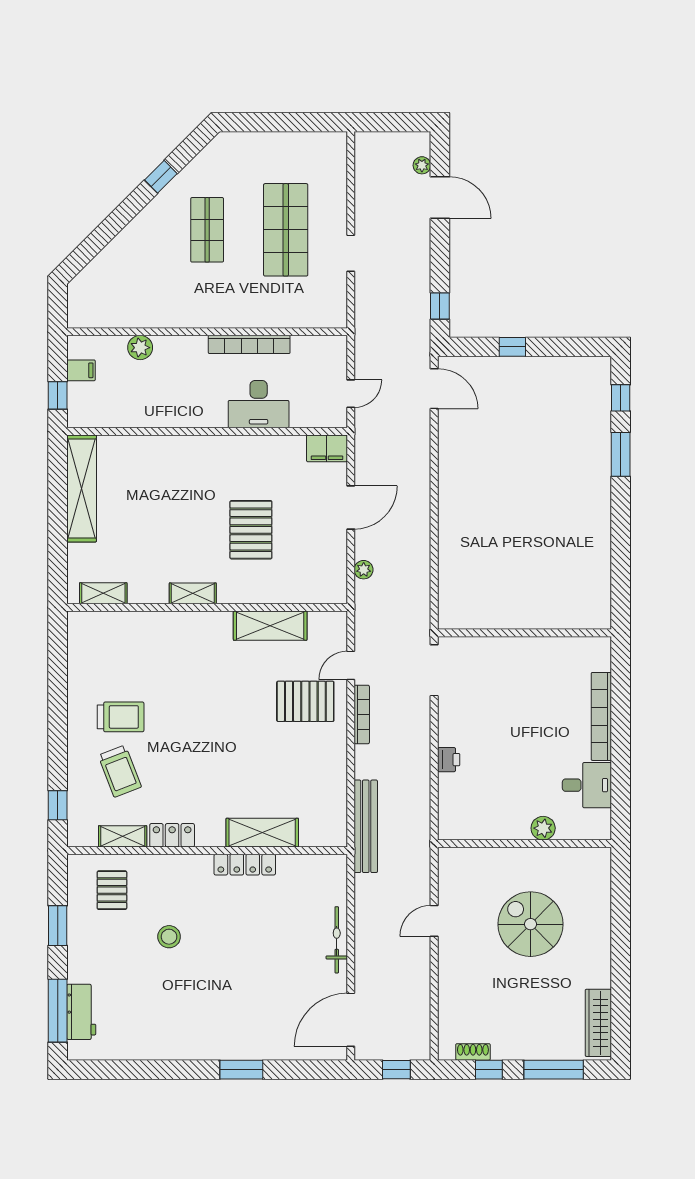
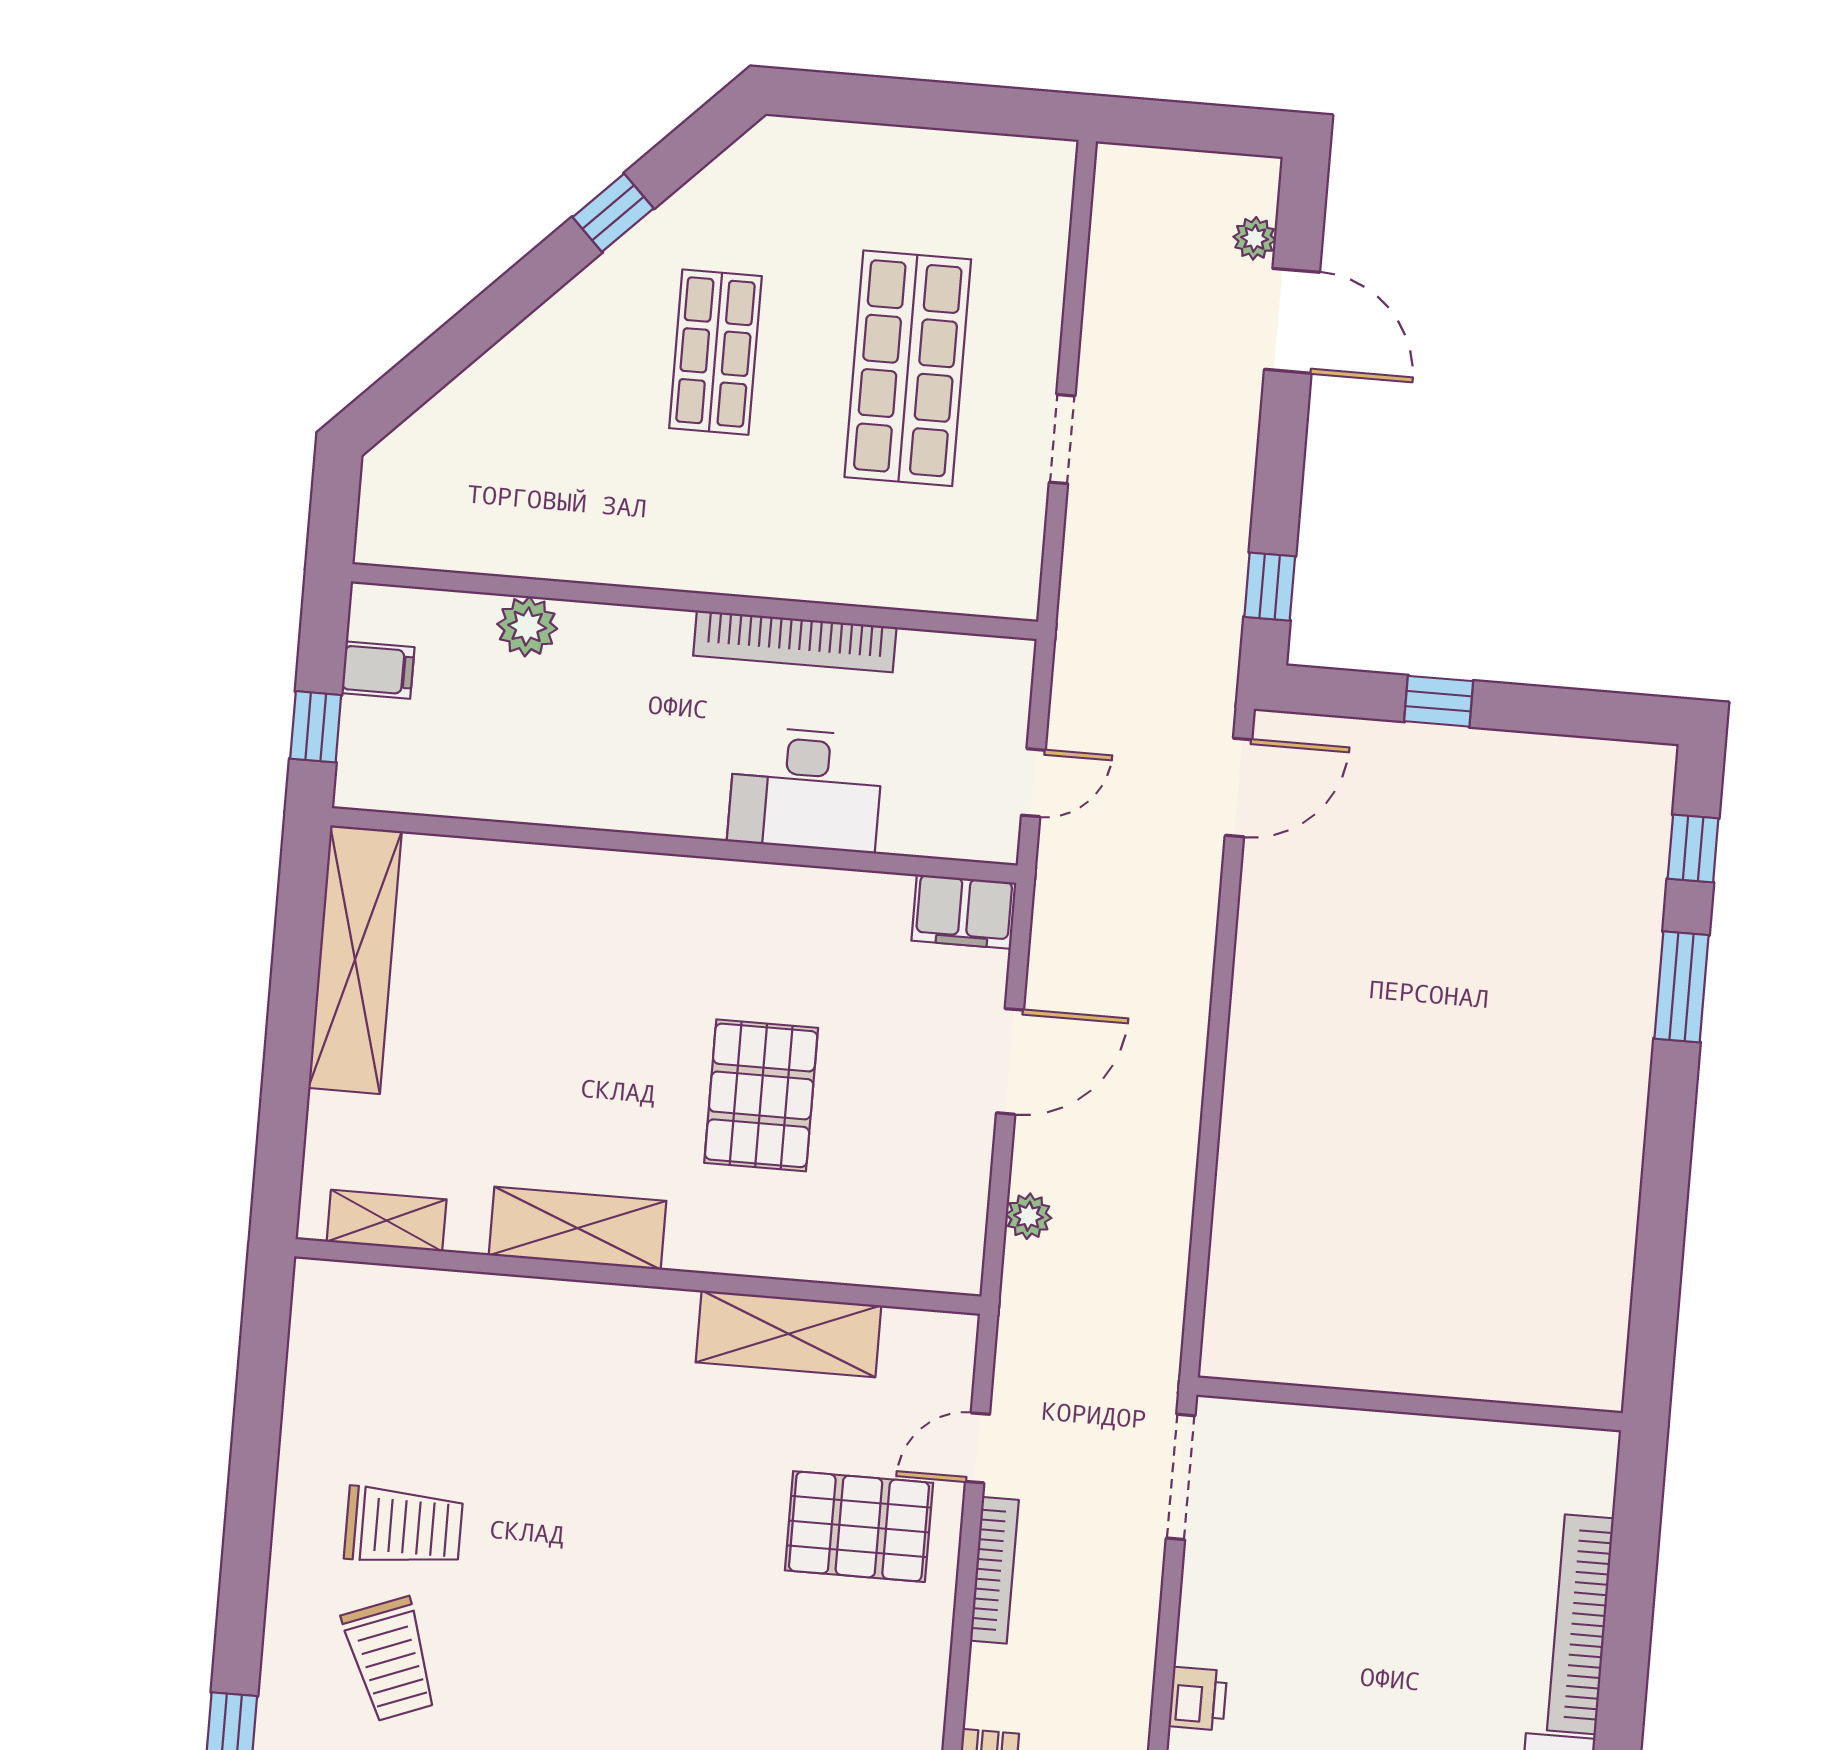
door: (434, 389) -> (1239, 787), hinge flipped
shelving: (193, 593) -> (578, 1228), width x1.50, depth x1.33

